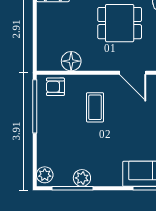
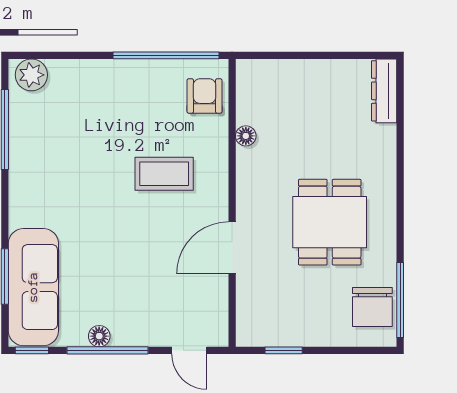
floor lamp: (71, 61) -> (246, 136), width x0.53, depth x0.53
plant: (82, 178) -> (25, 148), removed

